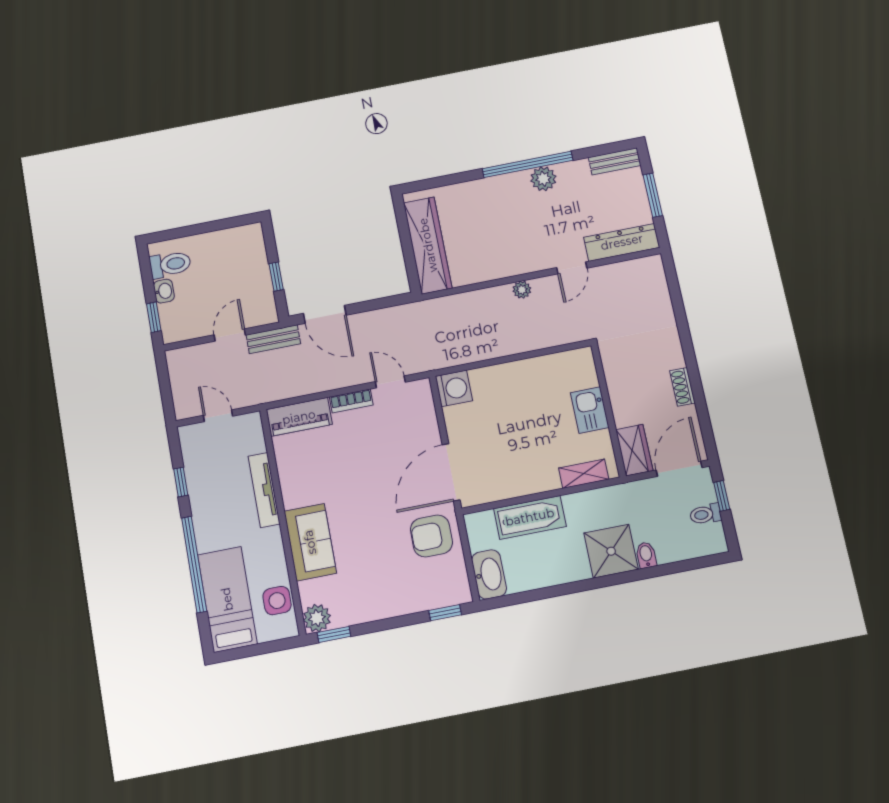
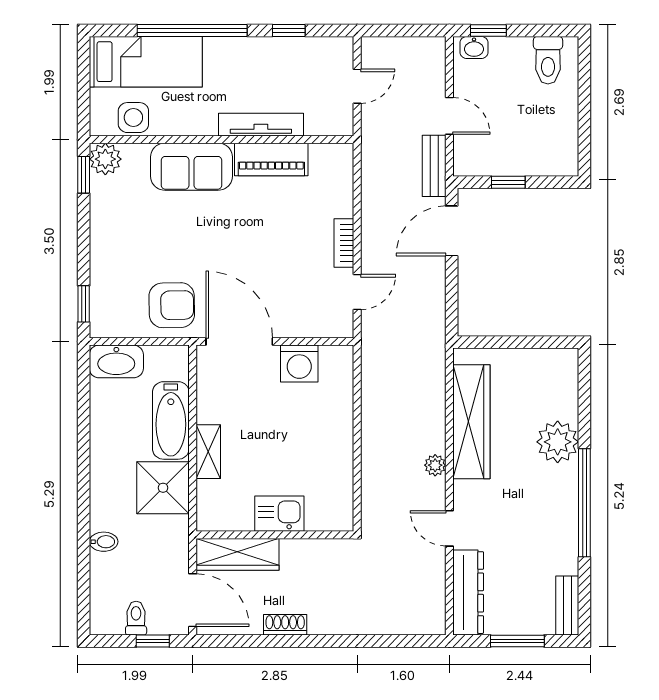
plant: (543, 179) -> (558, 442), moved, width x1.36, depth x1.36
wardrobe: (428, 245) -> (471, 422), moved, turned -90
washbasin: (164, 291) -> (474, 47), moved
washing machine: (454, 388) -> (299, 364), moved
piano: (299, 417) -> (271, 159), moved, turned -90
wardrobe: (634, 450) -> (237, 554), width x1.50
shelving: (584, 474) -> (208, 452), moved
armchair: (431, 536) -> (172, 305), turned 89
shower: (611, 551) -> (163, 488), moved

